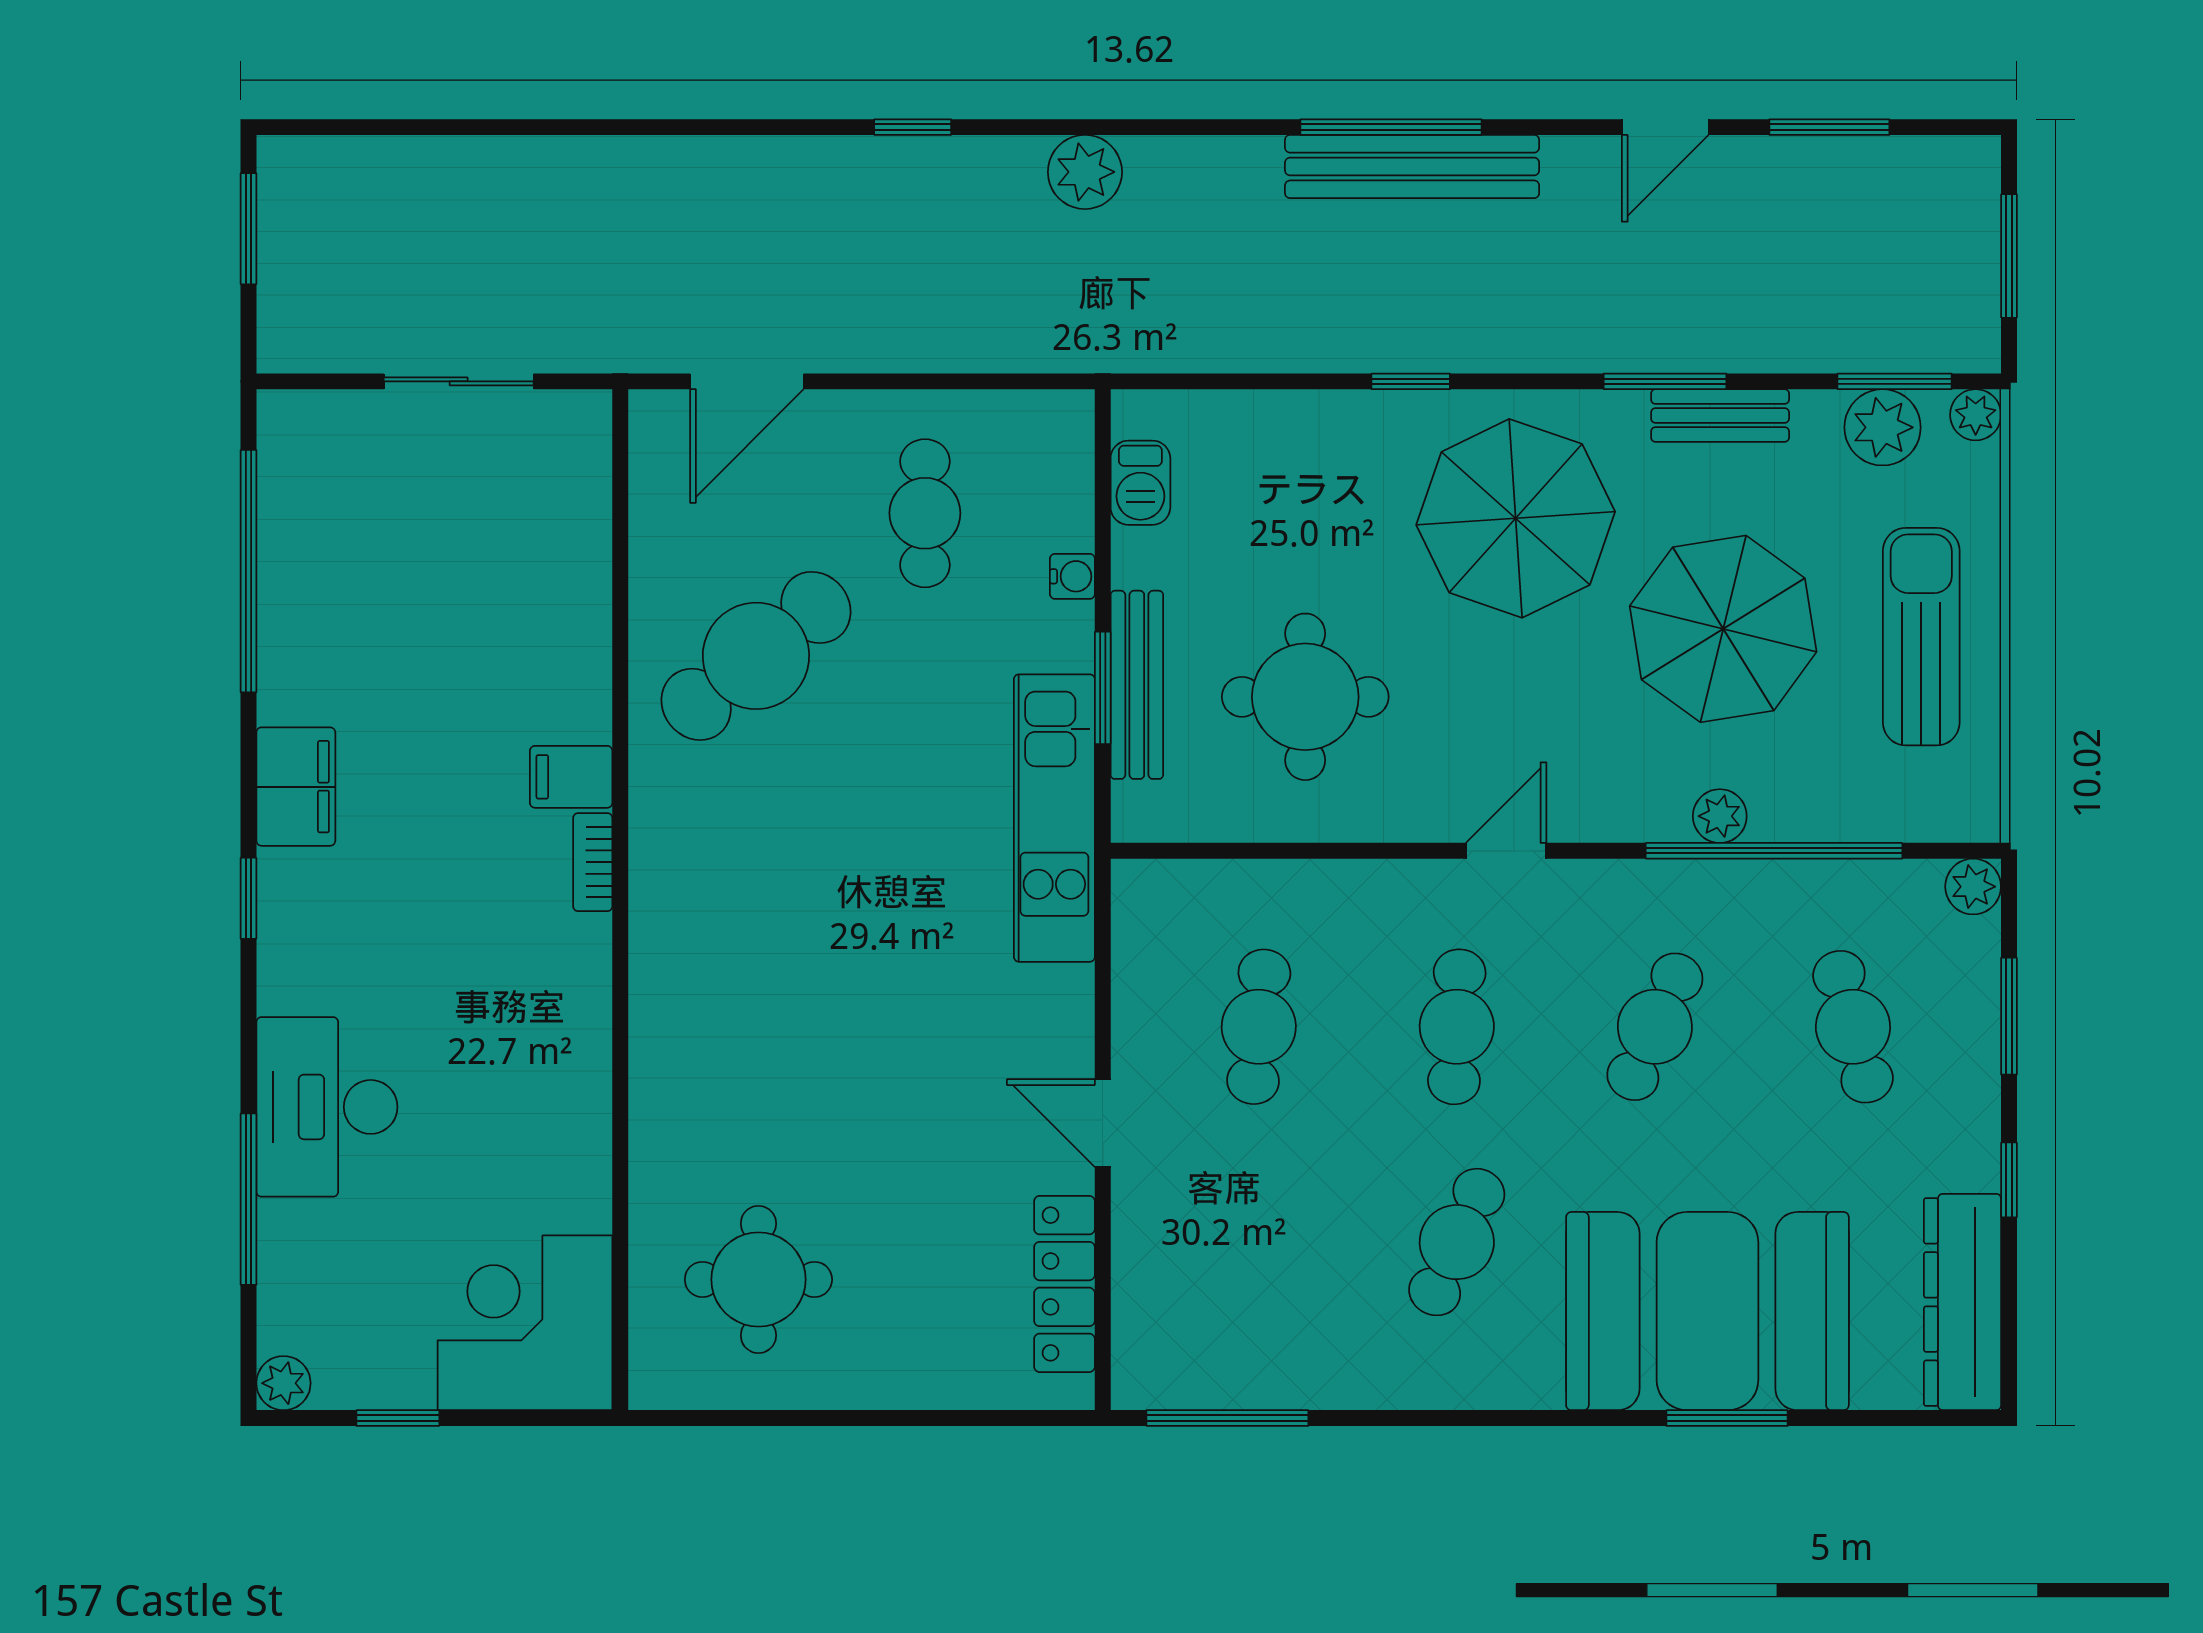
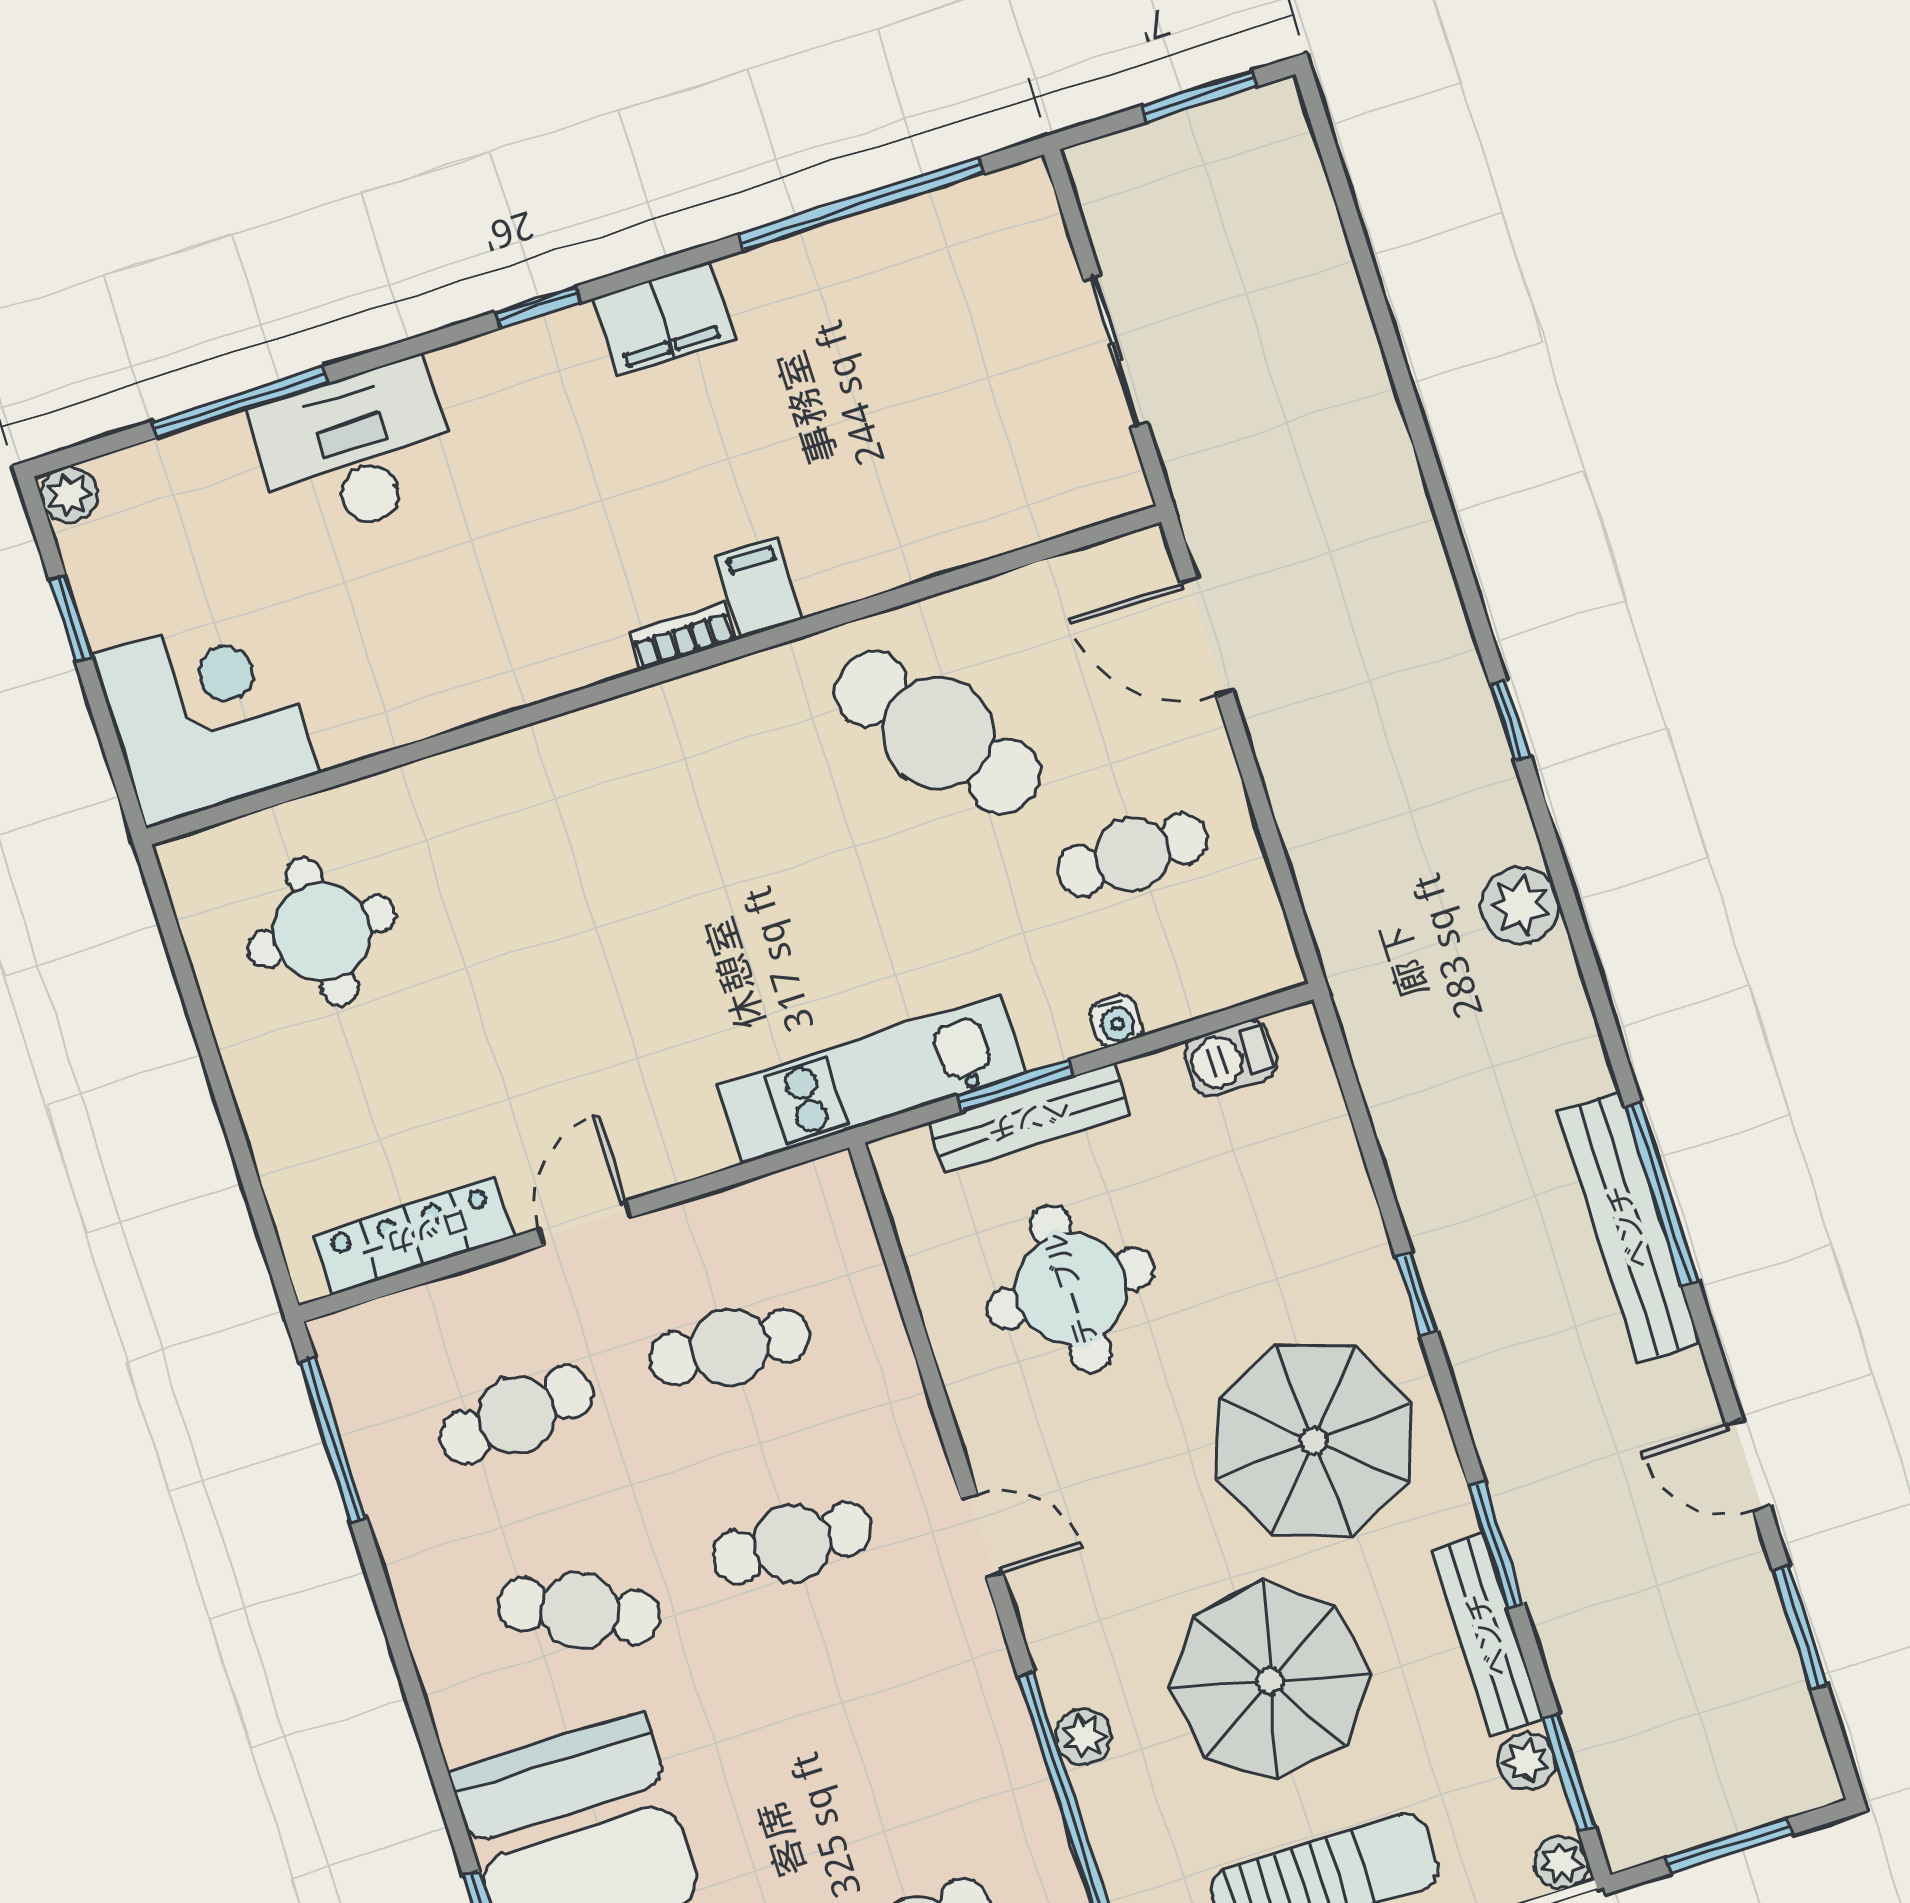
bench: (1720, 416) -> (1488, 1635), width x1.36
plant: (1883, 427) -> (1527, 1761), width x0.73, depth x0.73
cafe table: (1655, 1027) -> (517, 1415), moved, turned -30

